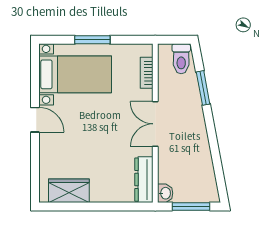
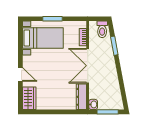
door: (35, 120) -> (20, 74), moved
double door: (155, 124) -> (88, 66), width x1.37
wardrobe: (69, 191) -> (29, 98), moved, turned 90

